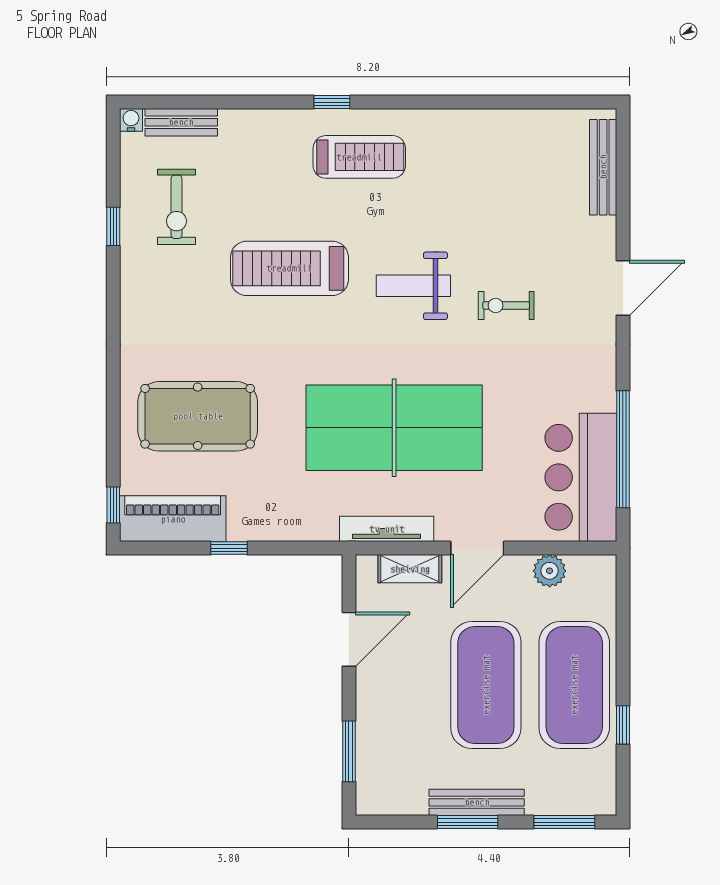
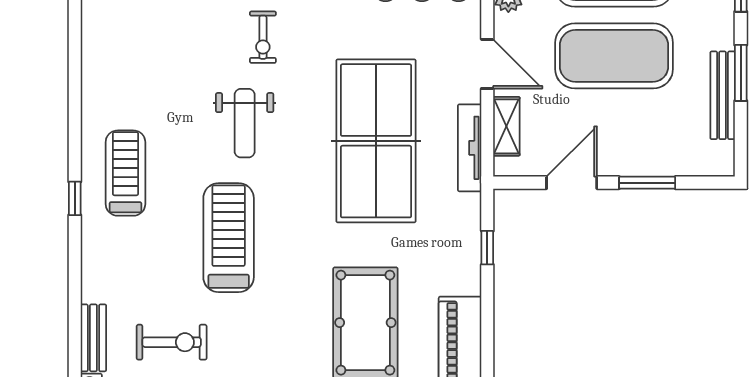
treadmill: (289, 268) -> (229, 238), turned 180
window: (229, 548) -> (487, 248), moved
door: (349, 639) -> (572, 183), hinge flipped
window: (349, 751) -> (647, 183), moved
bench: (477, 802) -> (723, 95), moved

